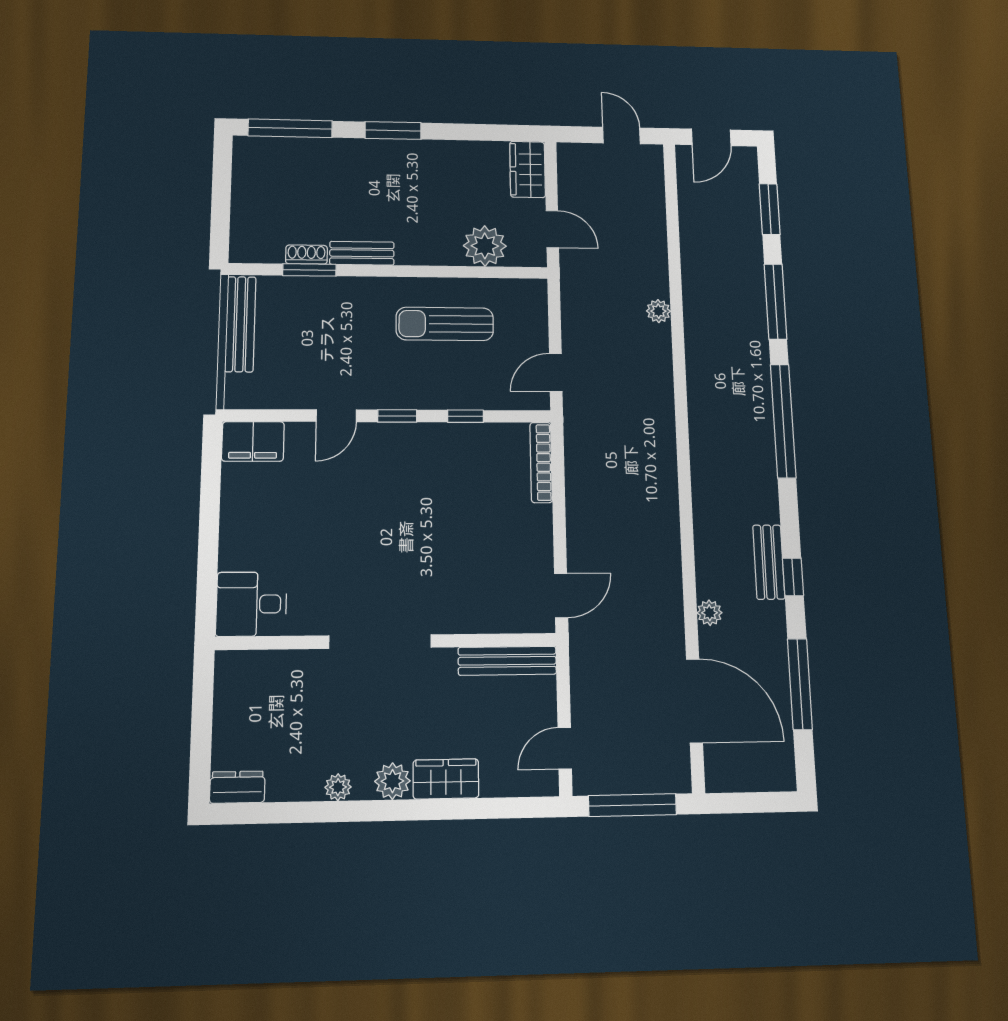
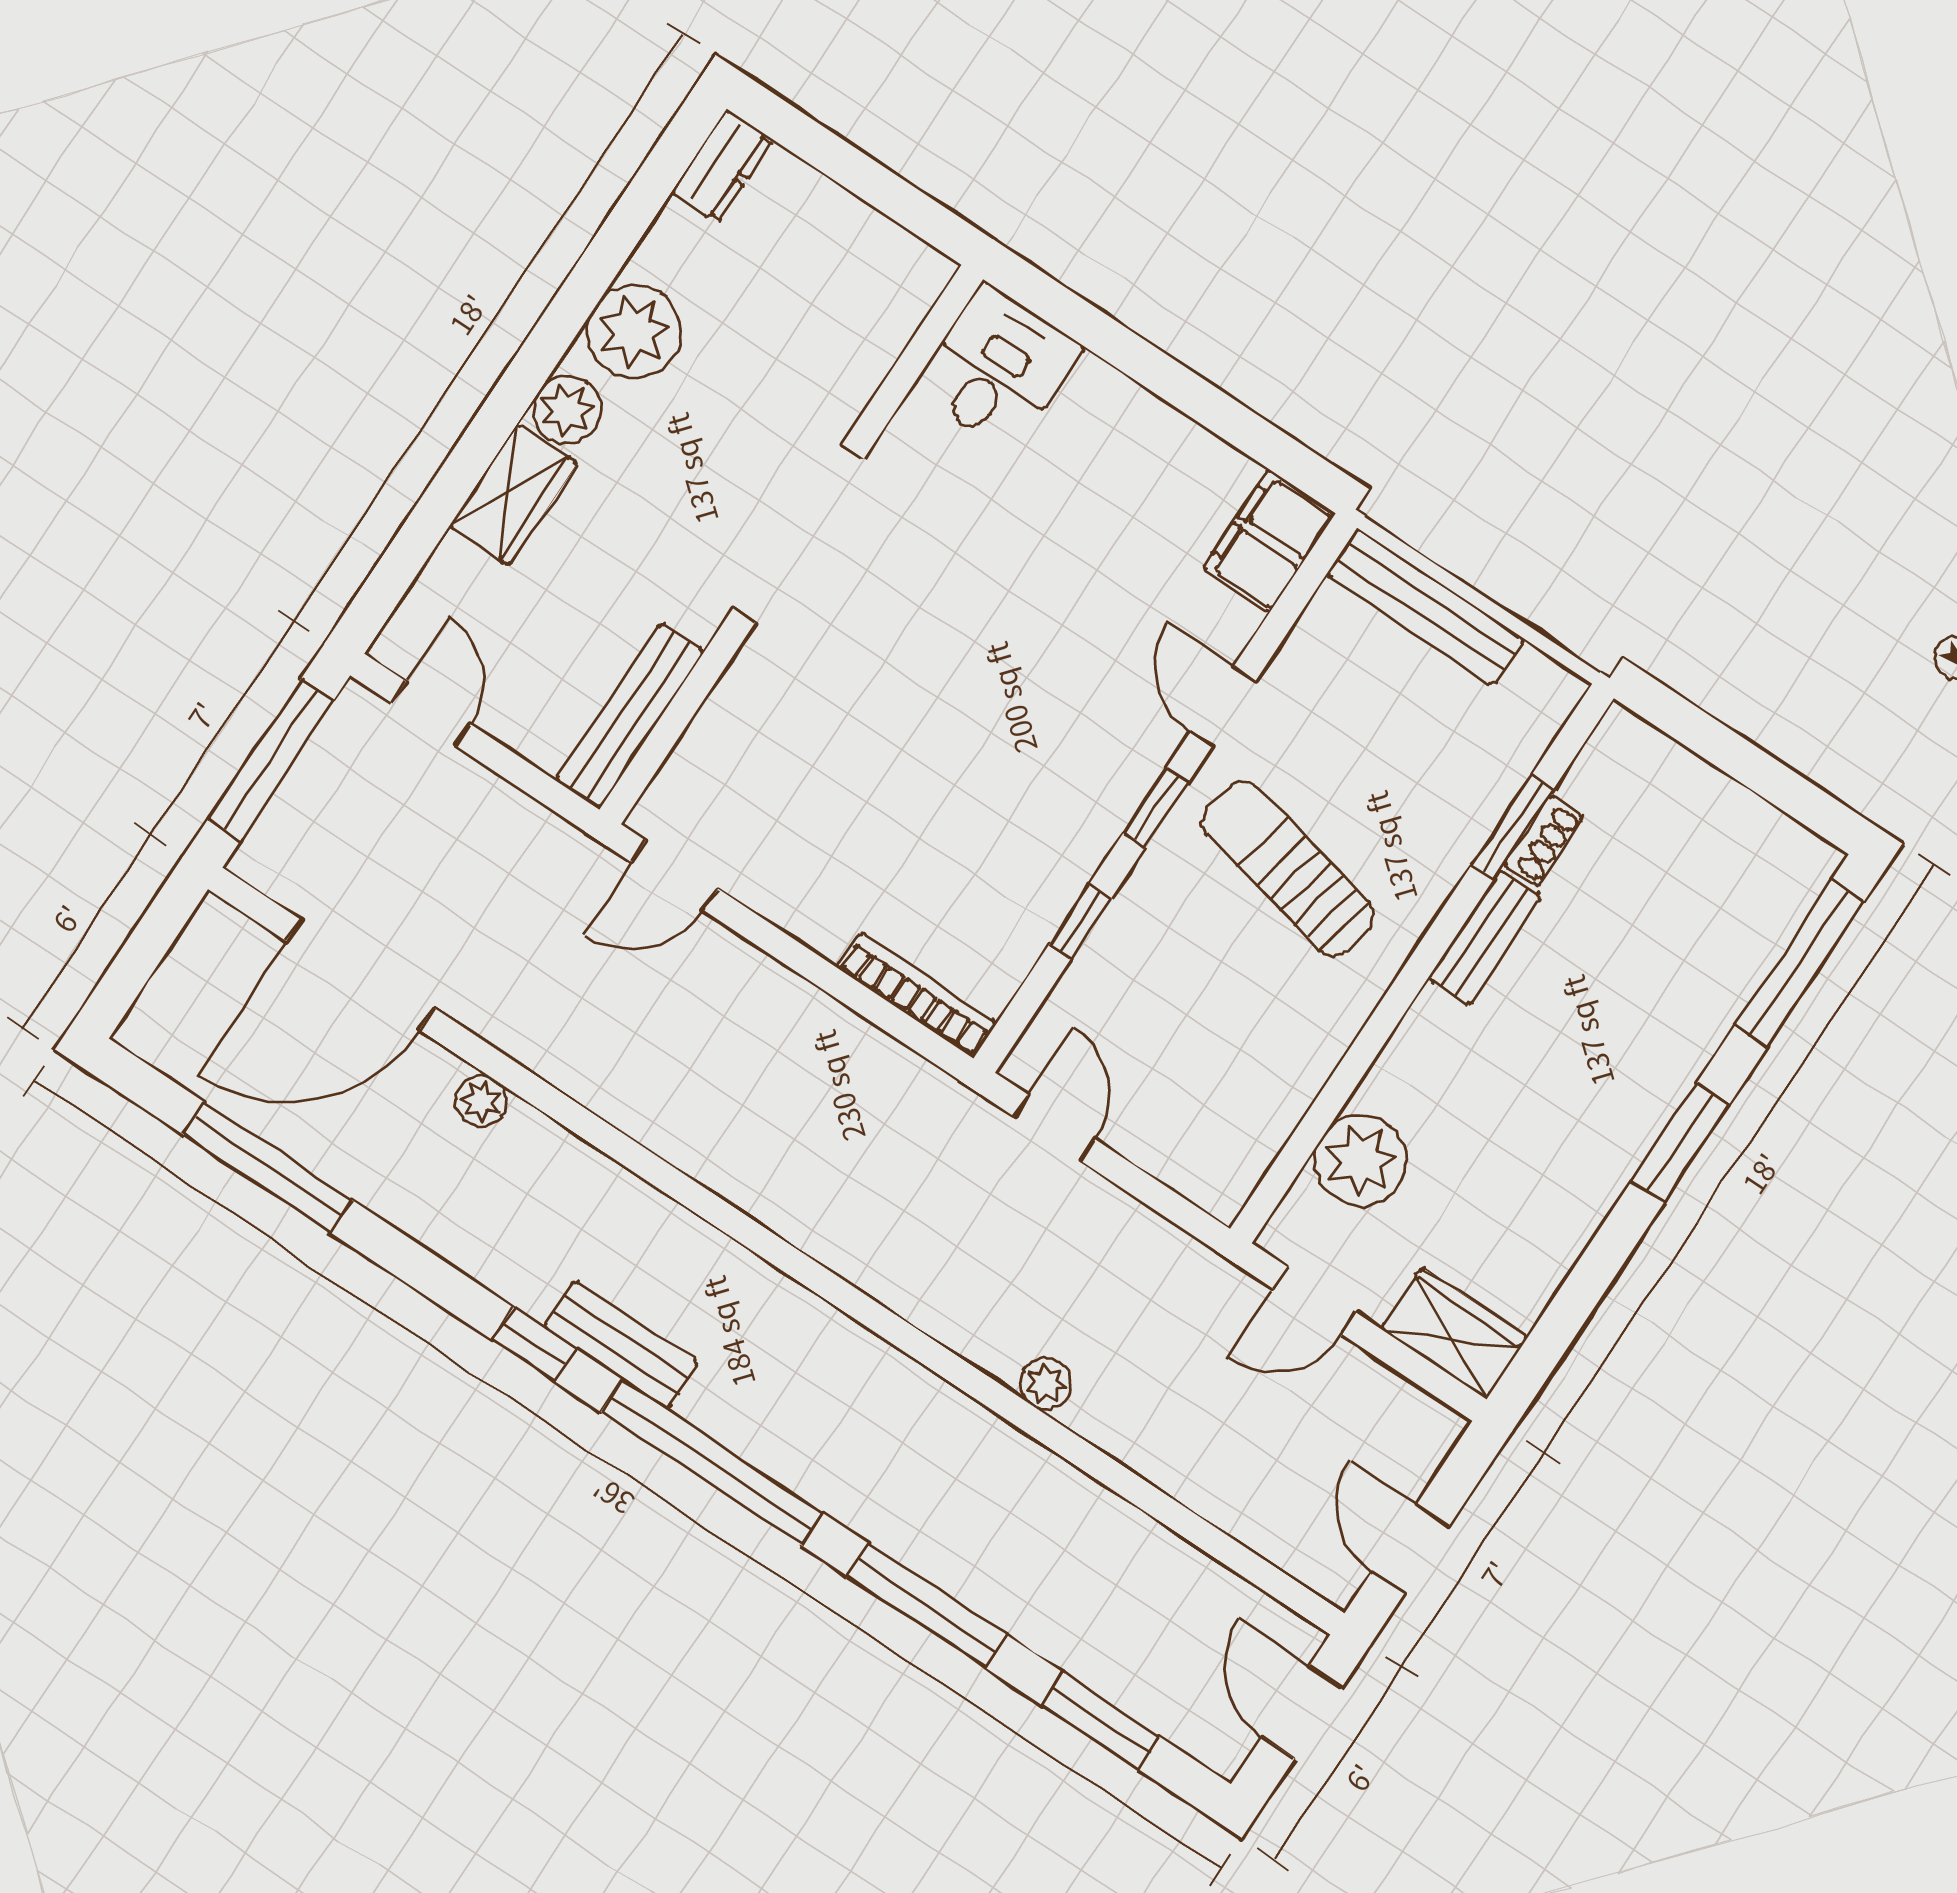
door: (621, 135) -> (1410, 1549), swing flipped
bench: (240, 324) -> (1425, 607), moved
sun lounger: (445, 324) -> (1288, 868), moved, turned -78
bench: (769, 562) -> (621, 1345), moved
window: (793, 577) -> (534, 1344), moved
door: (561, 596) -> (675, 875), hinge flipped
plant: (338, 787) -> (634, 332), width x1.88, depth x1.88

